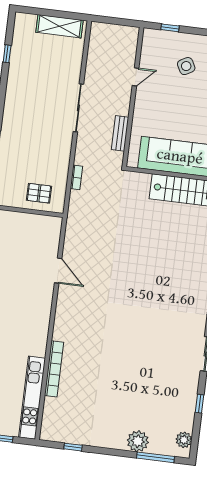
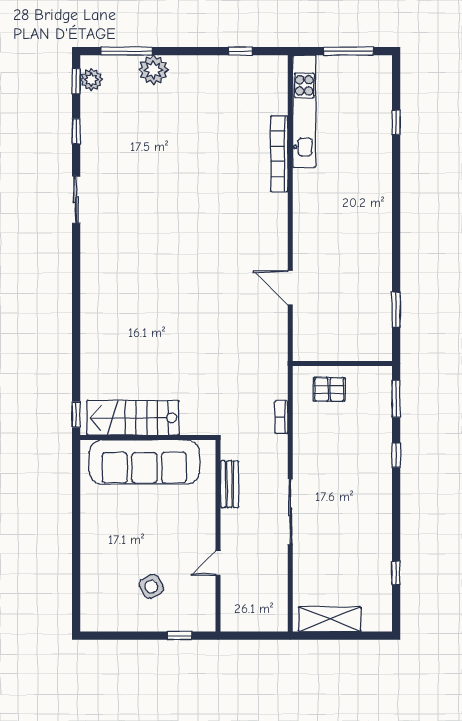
window: (195, 440) -> (76, 81), added

